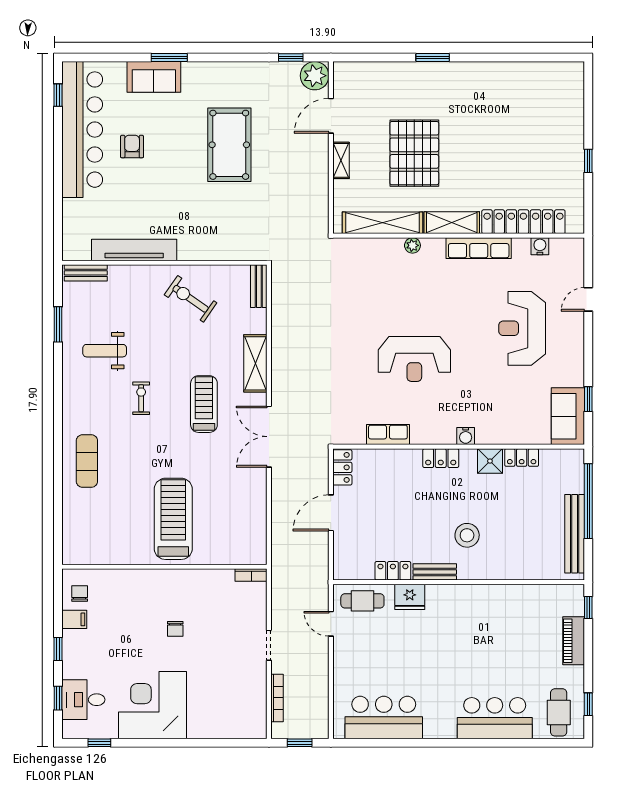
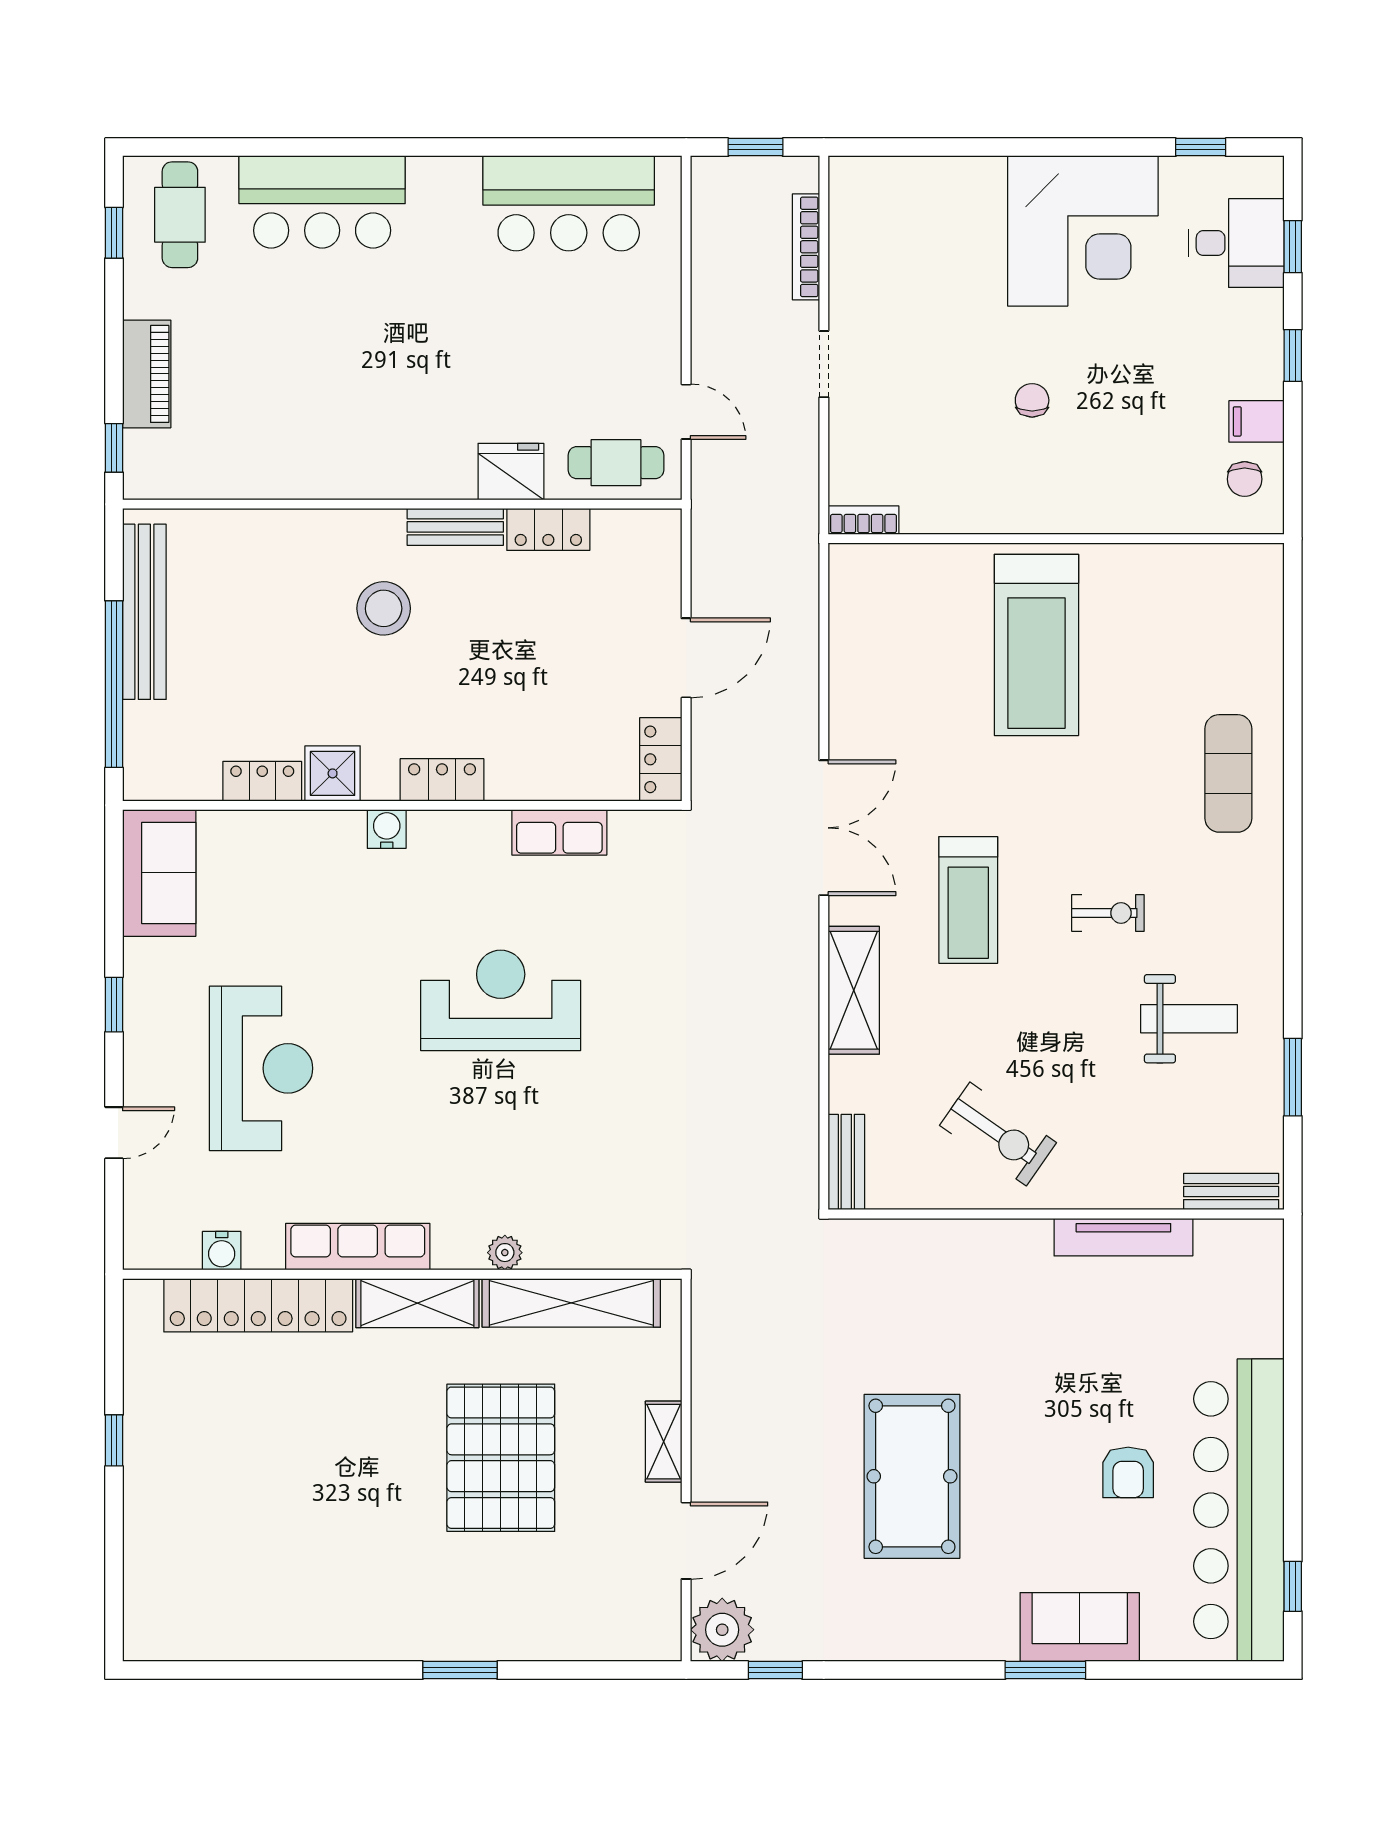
tv unit: (134, 250) -> (1123, 1237), width x0.73, depth x0.78
exercise bike: (141, 398) -> (1108, 913), turned -90
window: (588, 399) -> (114, 1005), moved

